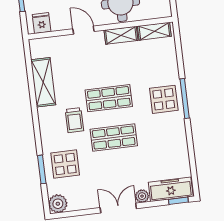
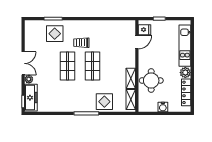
door: (84, 30) -> (137, 42), moved
shelving: (43, 82) -> (107, 26), removed
display table: (164, 99) -> (104, 102), moved
plant: (58, 204) -> (30, 26), removed

